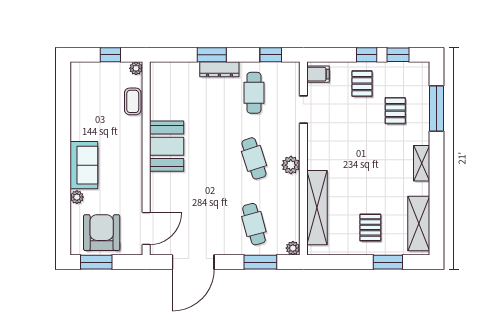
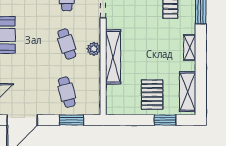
shelving: (317, 208) -> (113, 57), moved
pallet: (370, 227) -> (152, 95), width x1.50, depth x1.42
plant: (293, 248) -> (95, 110), removed

